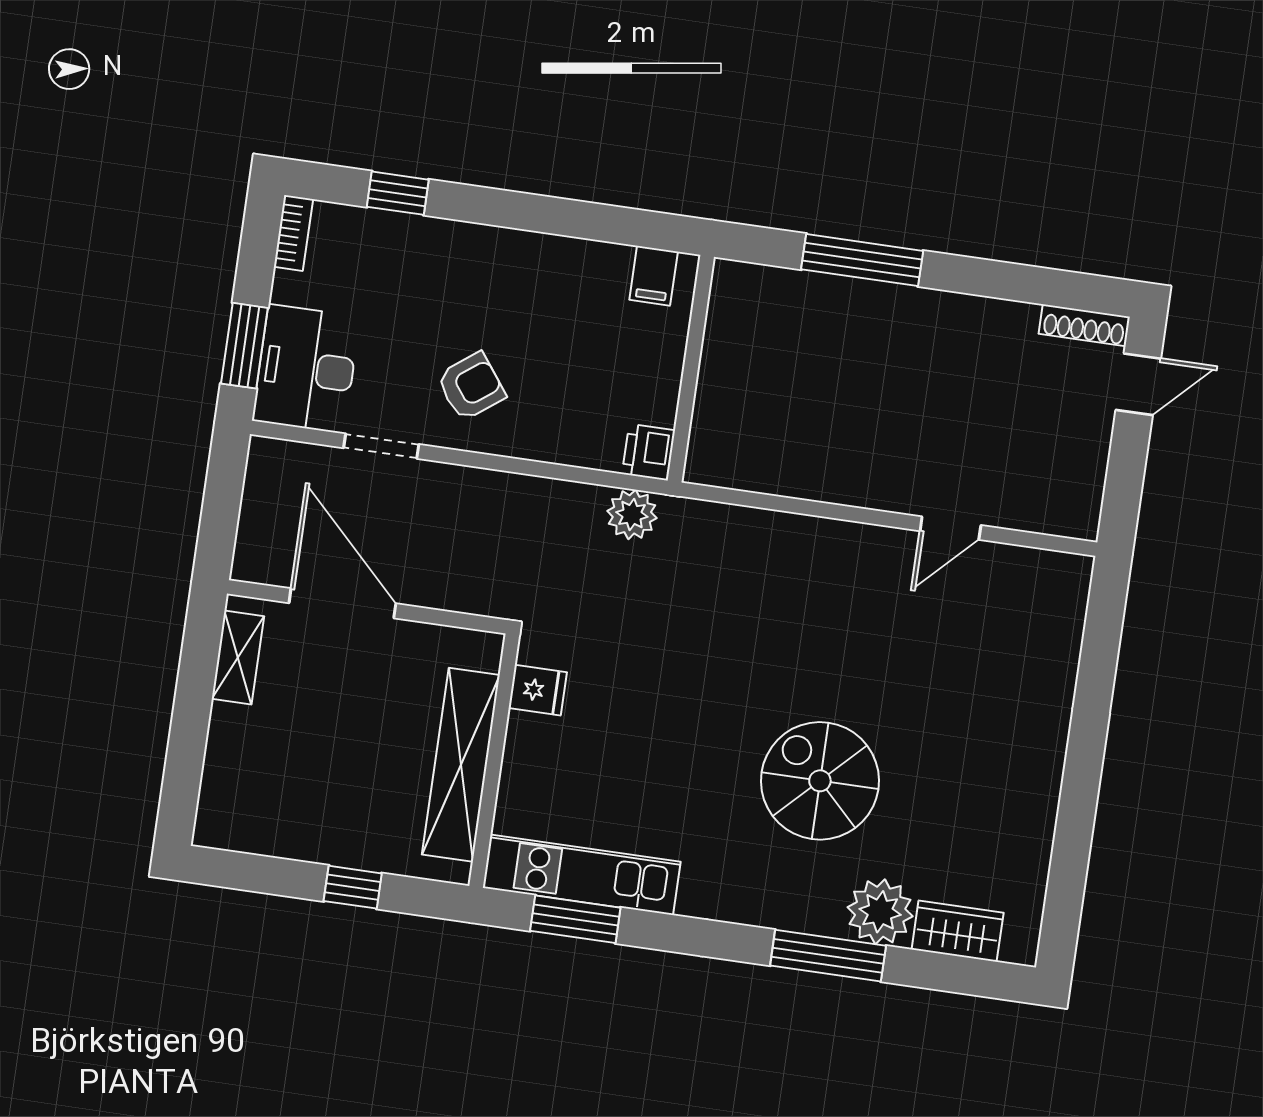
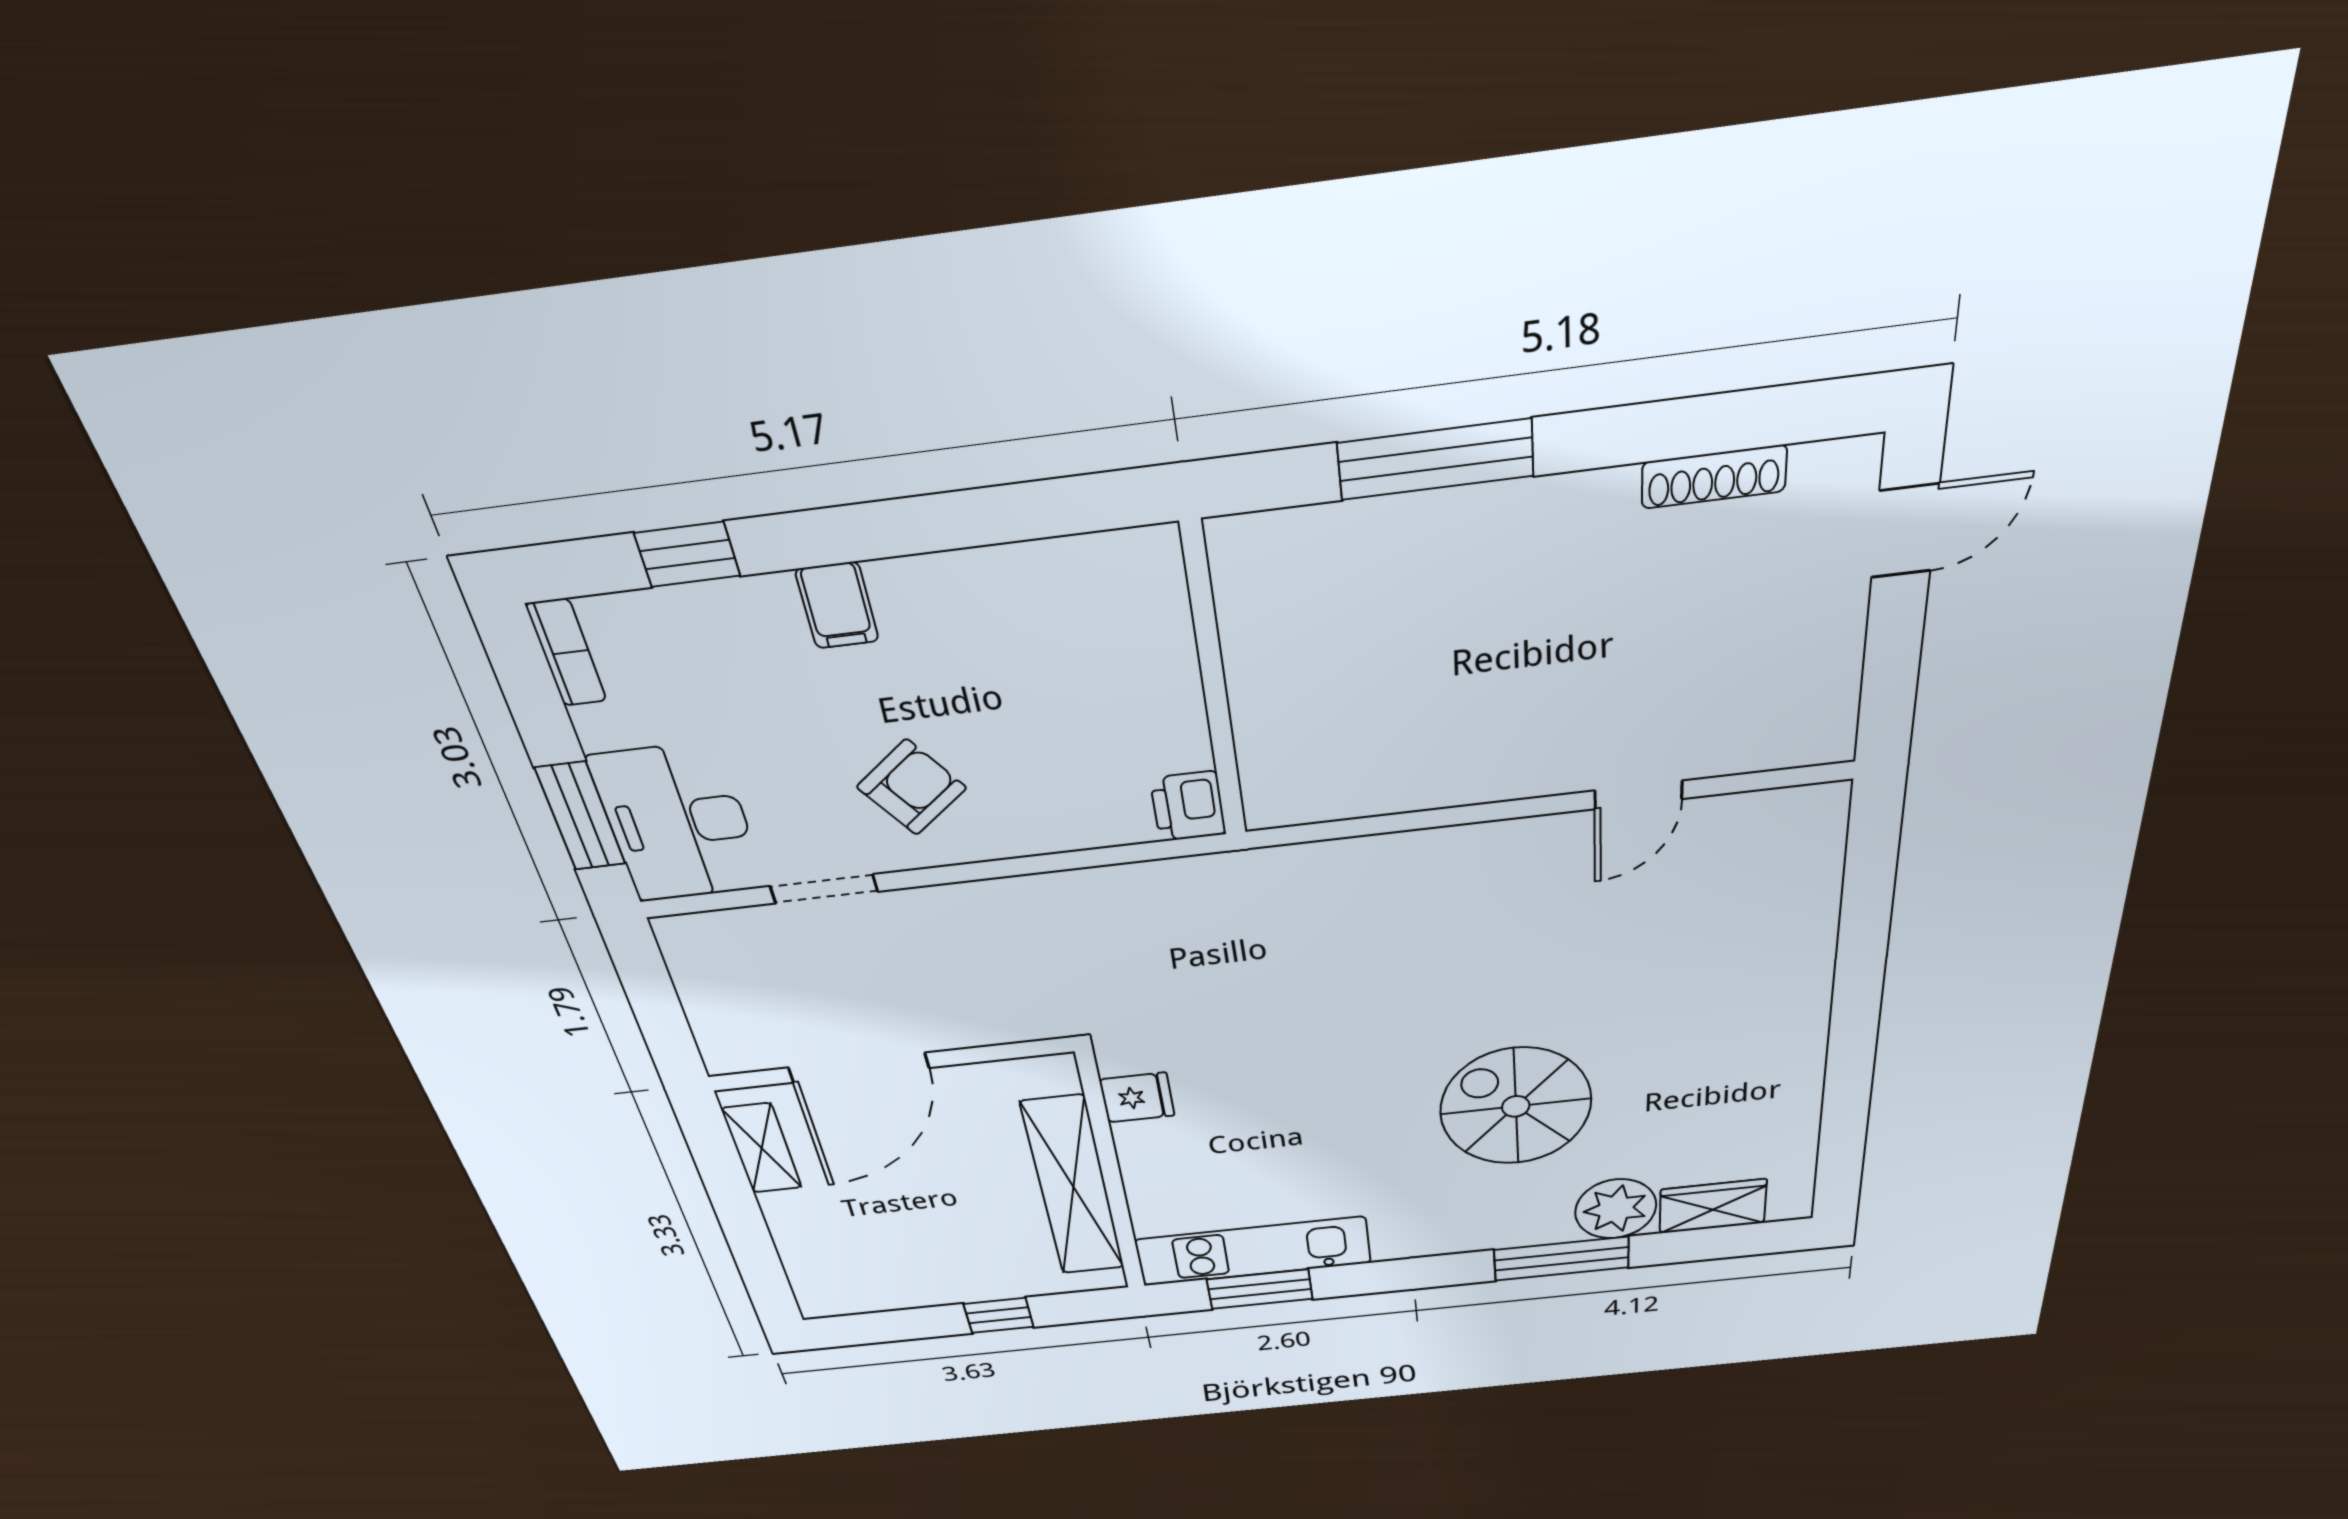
filing cabinet: (654, 276) -> (837, 605), moved
shoe rack: (1084, 325) -> (1714, 477), moved
plant: (632, 514) -> (1190, 885), removed
door: (342, 603) -> (859, 1068), swing flipped

